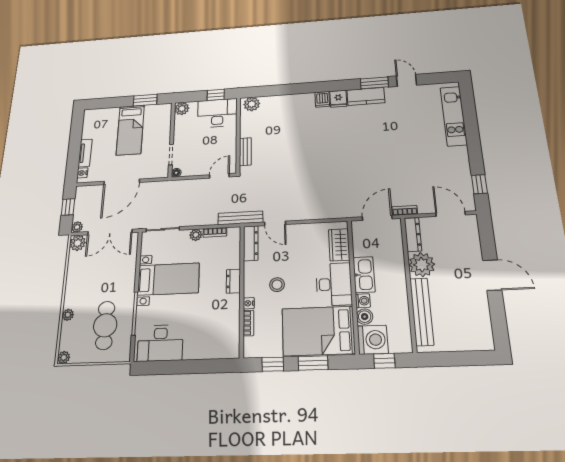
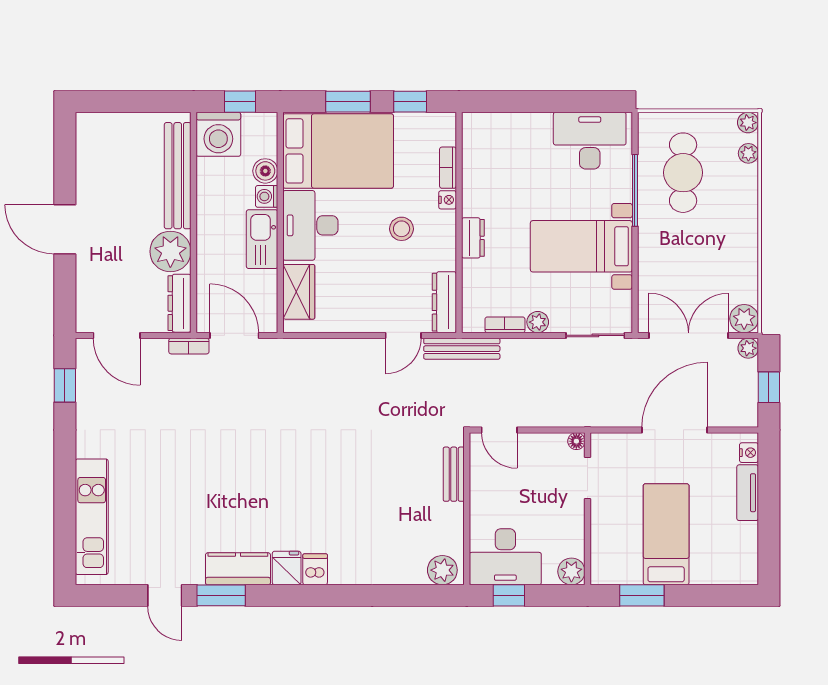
door: (219, 176) -> (499, 430), hinge flipped
door: (377, 218) -> (234, 335), swing flipped
door: (275, 223) -> (403, 335), swing flipped
plant: (68, 315) -> (748, 153), moved
washing machine: (373, 340) -> (218, 134), moved, turned -90

